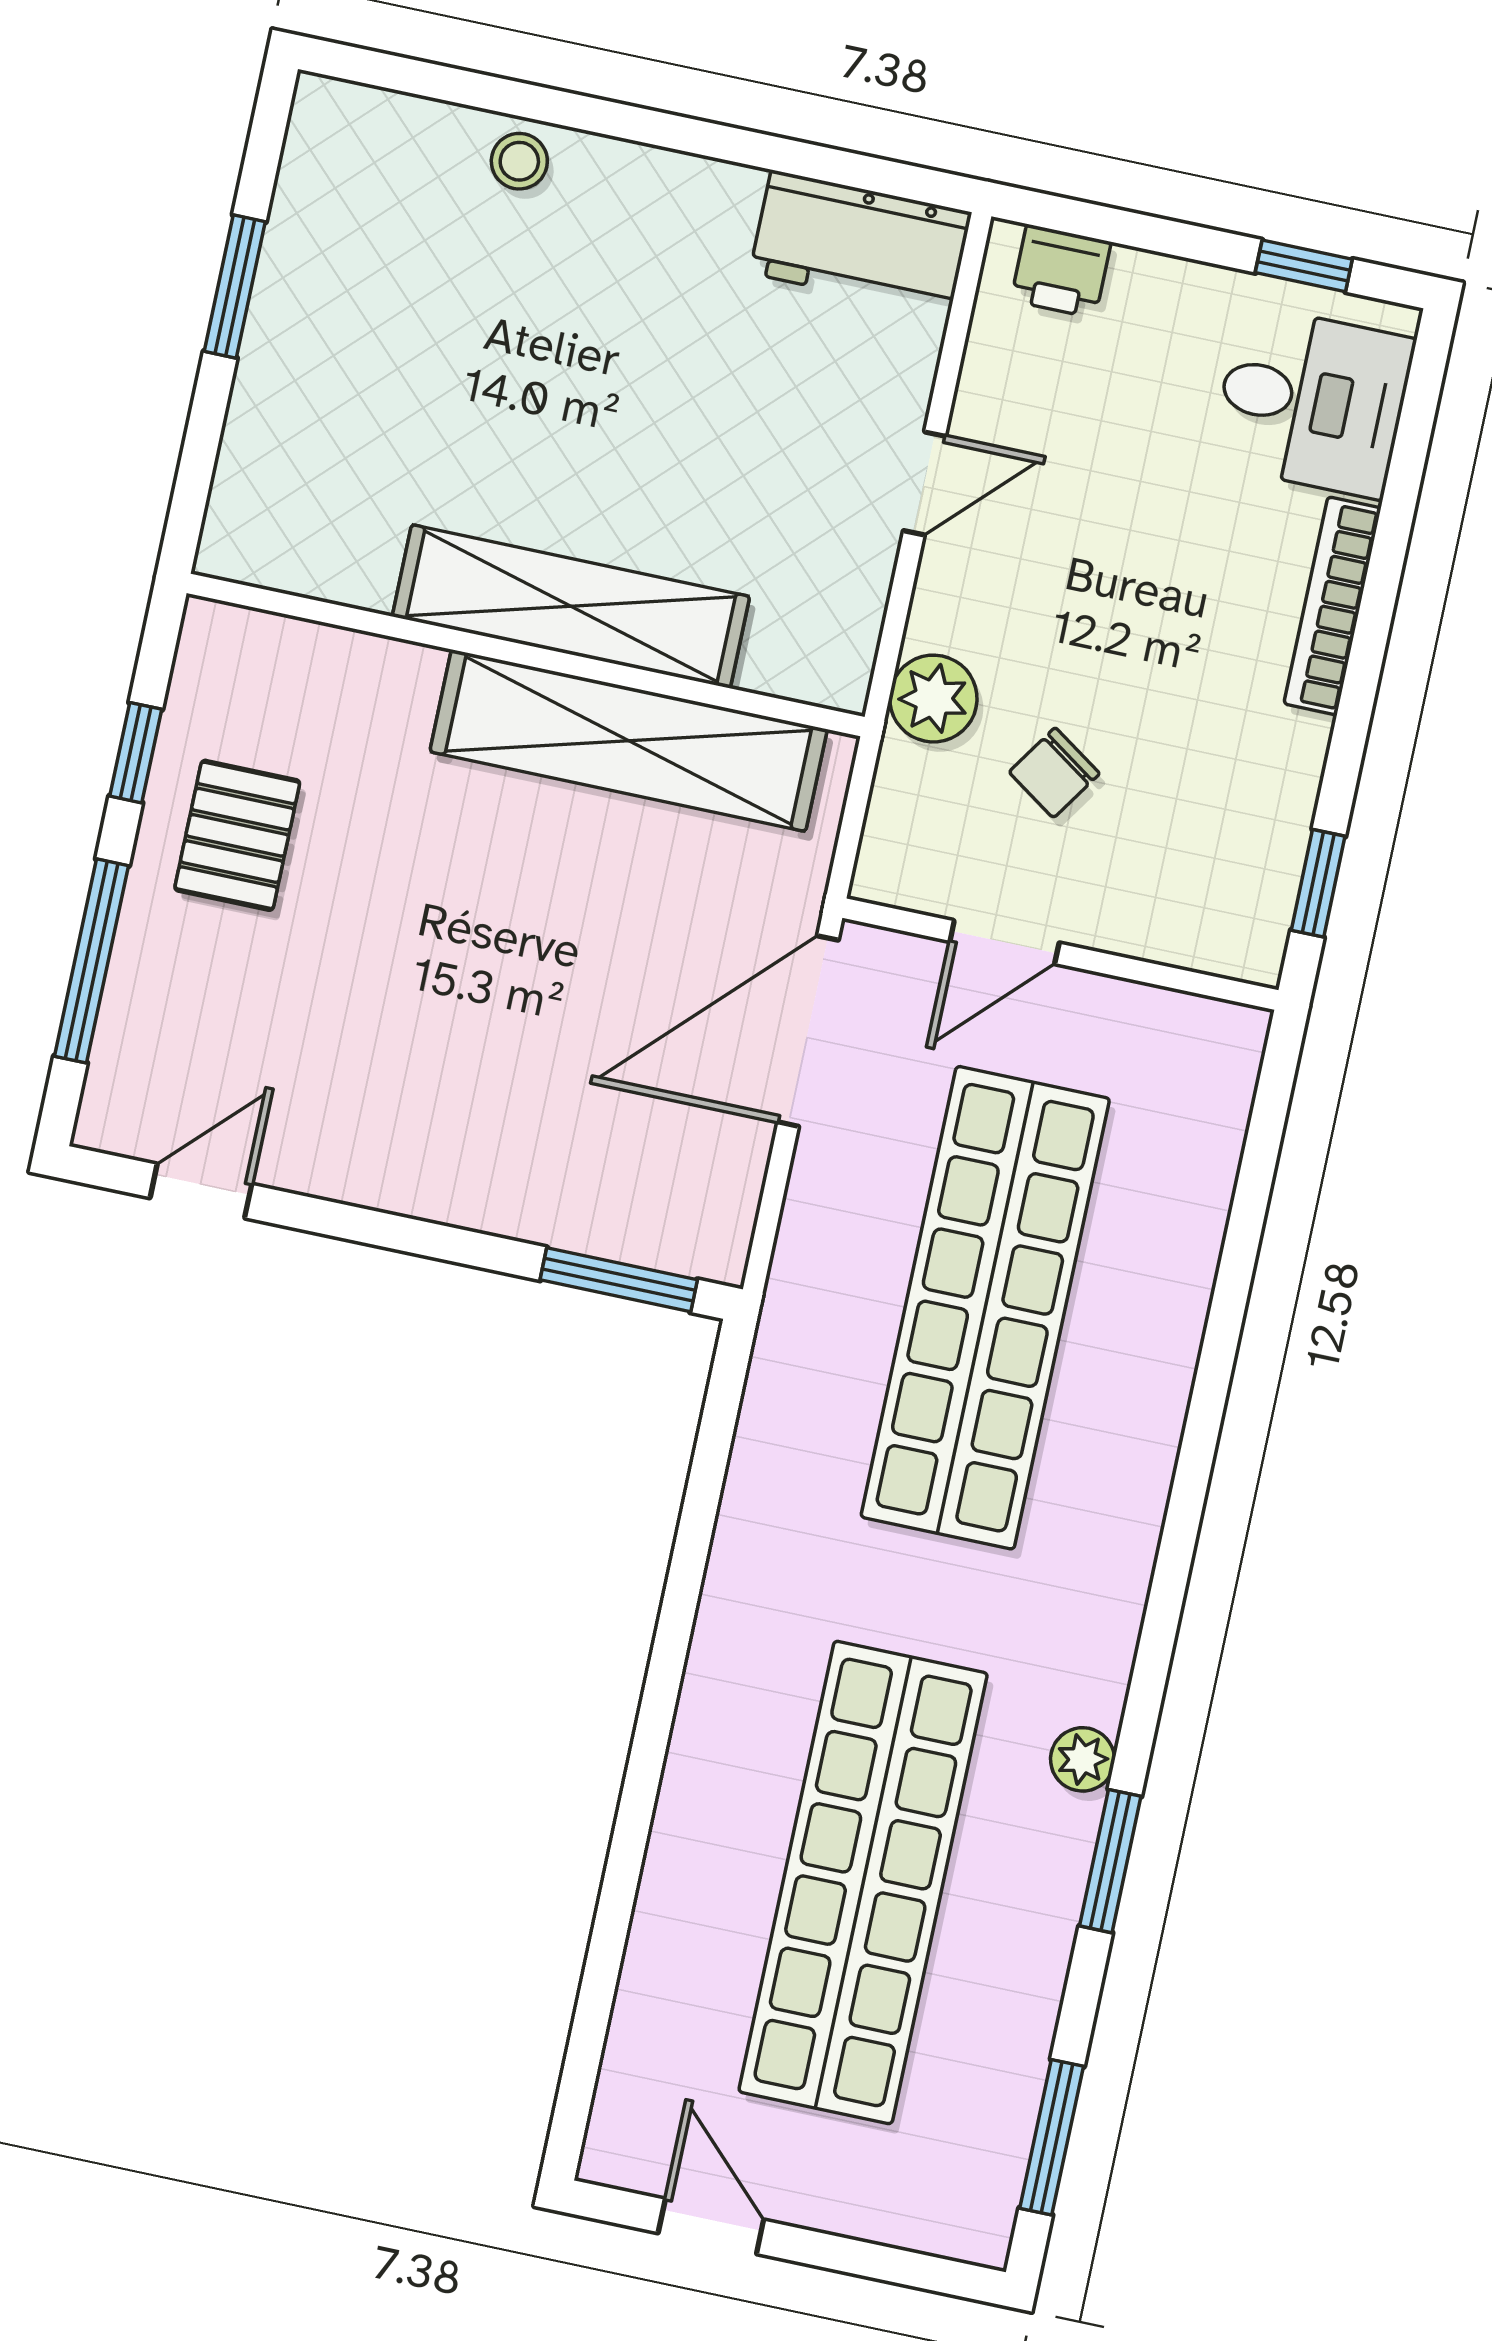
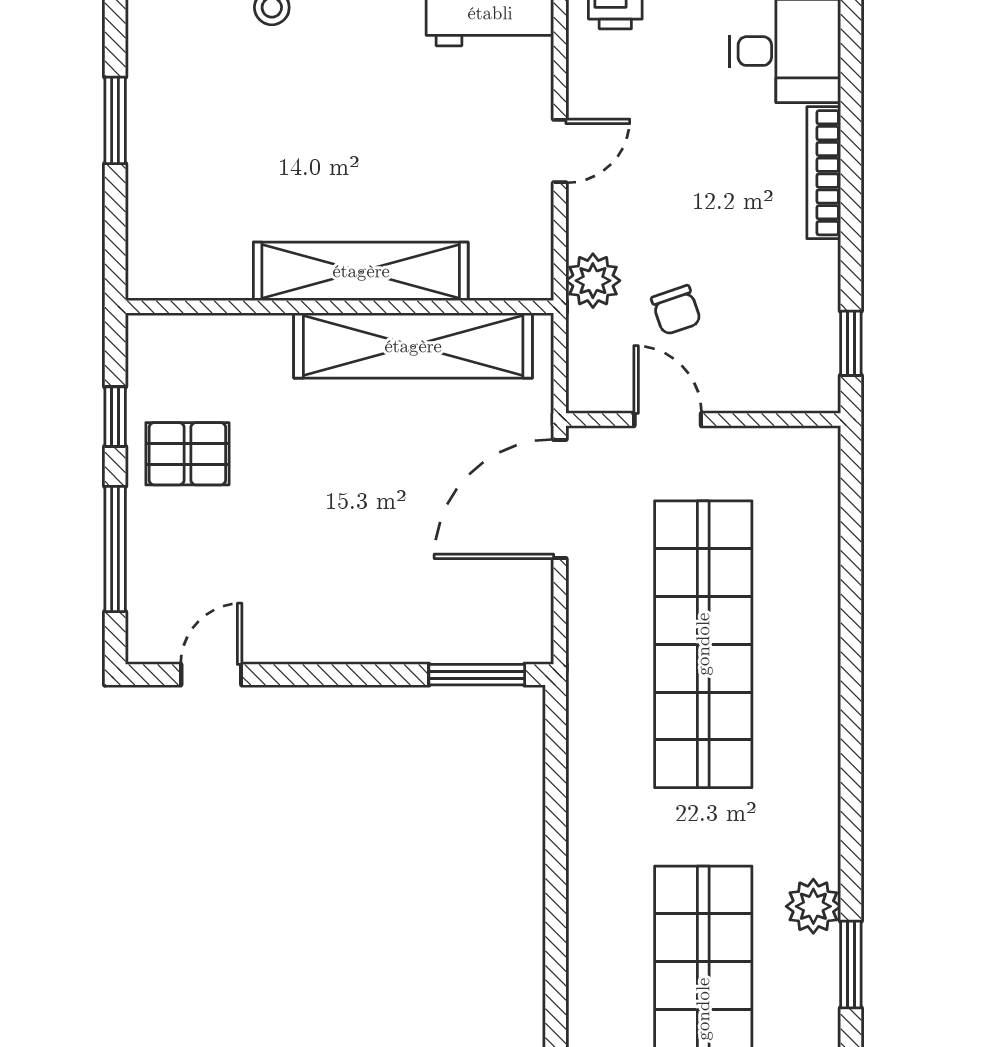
chair: (1054, 773) -> (676, 310), turned -53
pallet: (237, 835) -> (187, 454), turned 90
door: (1004, 942) -> (668, 420), swing flipped
plant: (1083, 1759) -> (813, 906), width x1.38, depth x1.38

